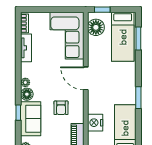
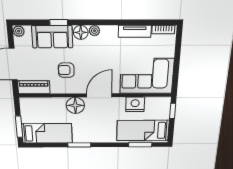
floor lamp: (96, 27) -> (75, 105), moved
nightstand: (95, 123) -> (135, 104), moved

